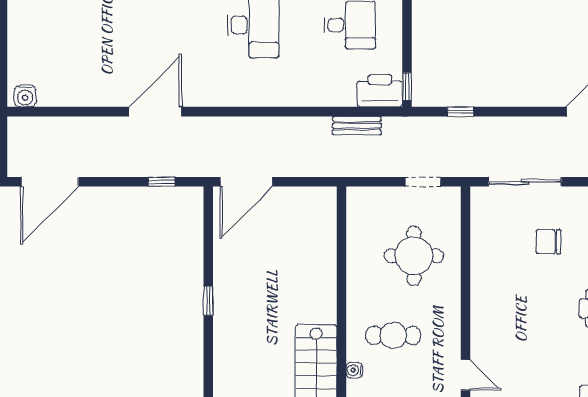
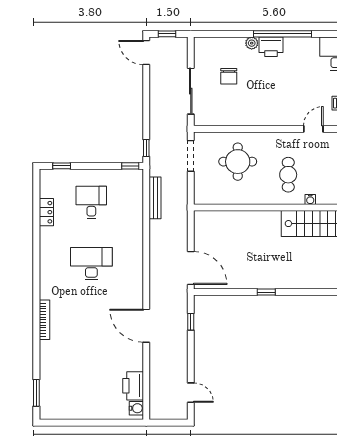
printer: (380, 91) -> (133, 386), moved
window: (460, 112) -> (146, 148), moved
bench: (357, 126) -> (155, 198), width x1.36
door: (50, 182) -> (191, 393), width x0.53
doorway: (423, 182) -> (191, 156), width x1.38

